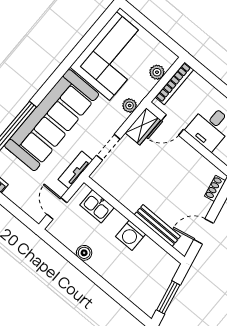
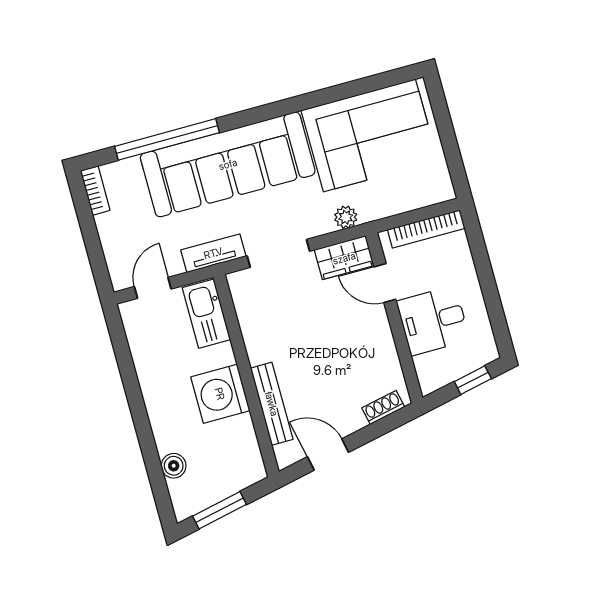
plant: (157, 72) -> (413, 198), removed
doorway: (108, 147) -> (278, 253), width x1.38
kitchen sink: (97, 206) -> (206, 314), width x1.38
washing machine: (131, 235) -> (220, 394), width x1.37, depth x1.37
boiler: (84, 253) -> (174, 466), moved

